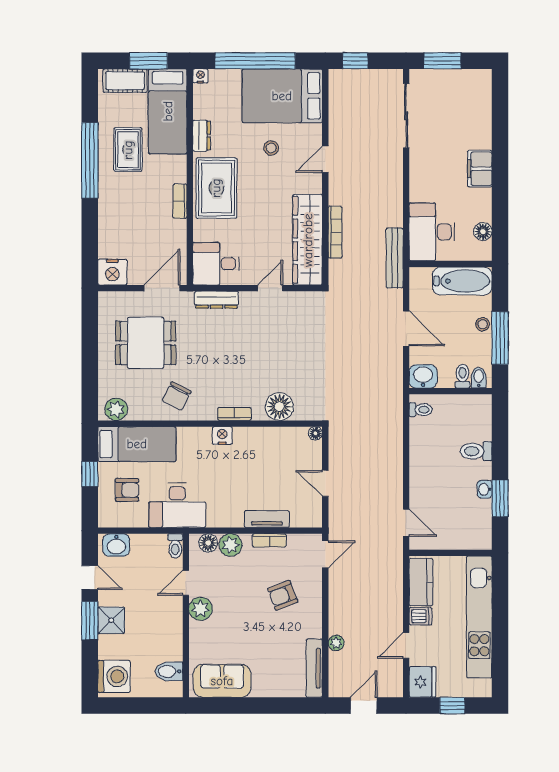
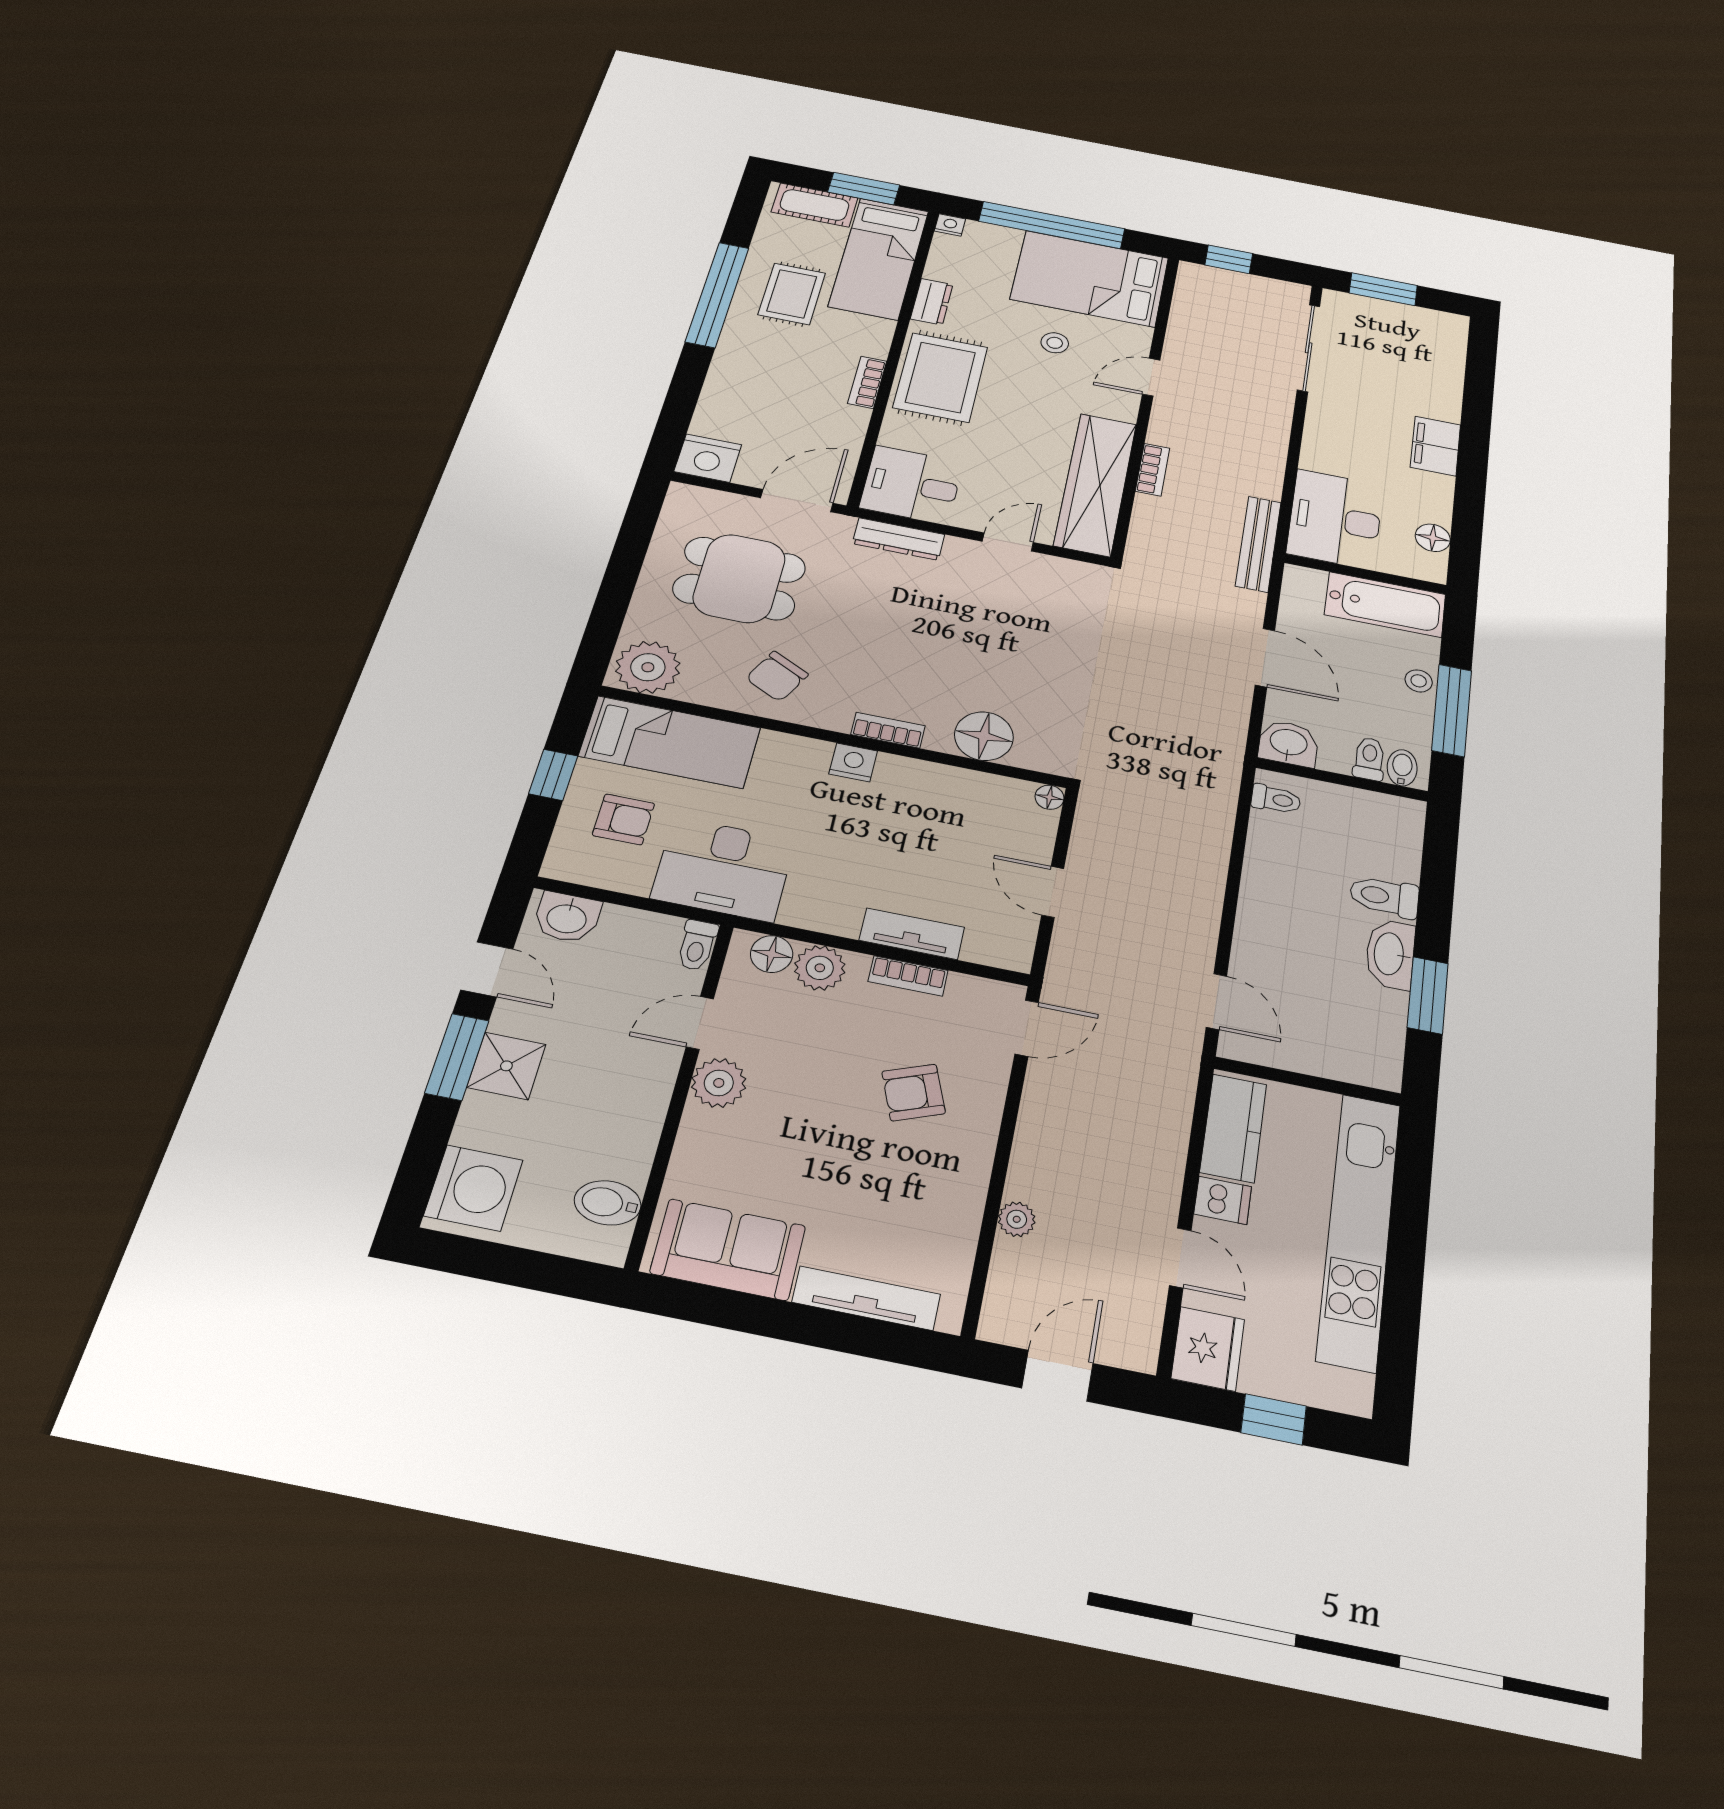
bookcase: (335, 232) -> (1153, 470), width x0.64
plant: (116, 409) -> (648, 667), width x1.36, depth x1.36
washbasin: (485, 489) -> (1390, 954), width x1.91, depth x1.45
door: (406, 645) -> (1180, 1258), swing flipped
tv unit: (314, 668) -> (866, 1298), moved, turned 90

